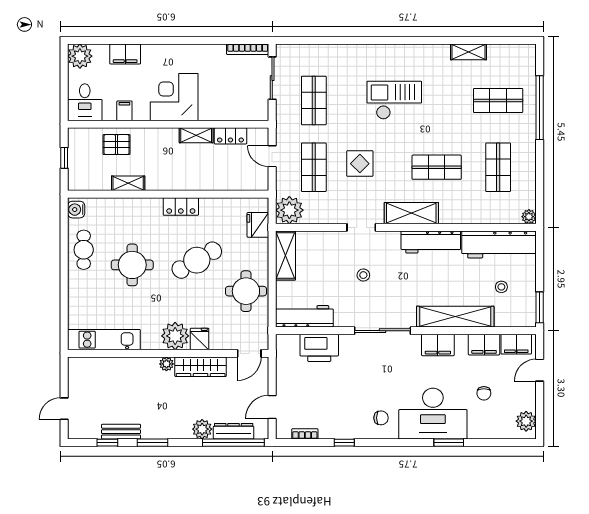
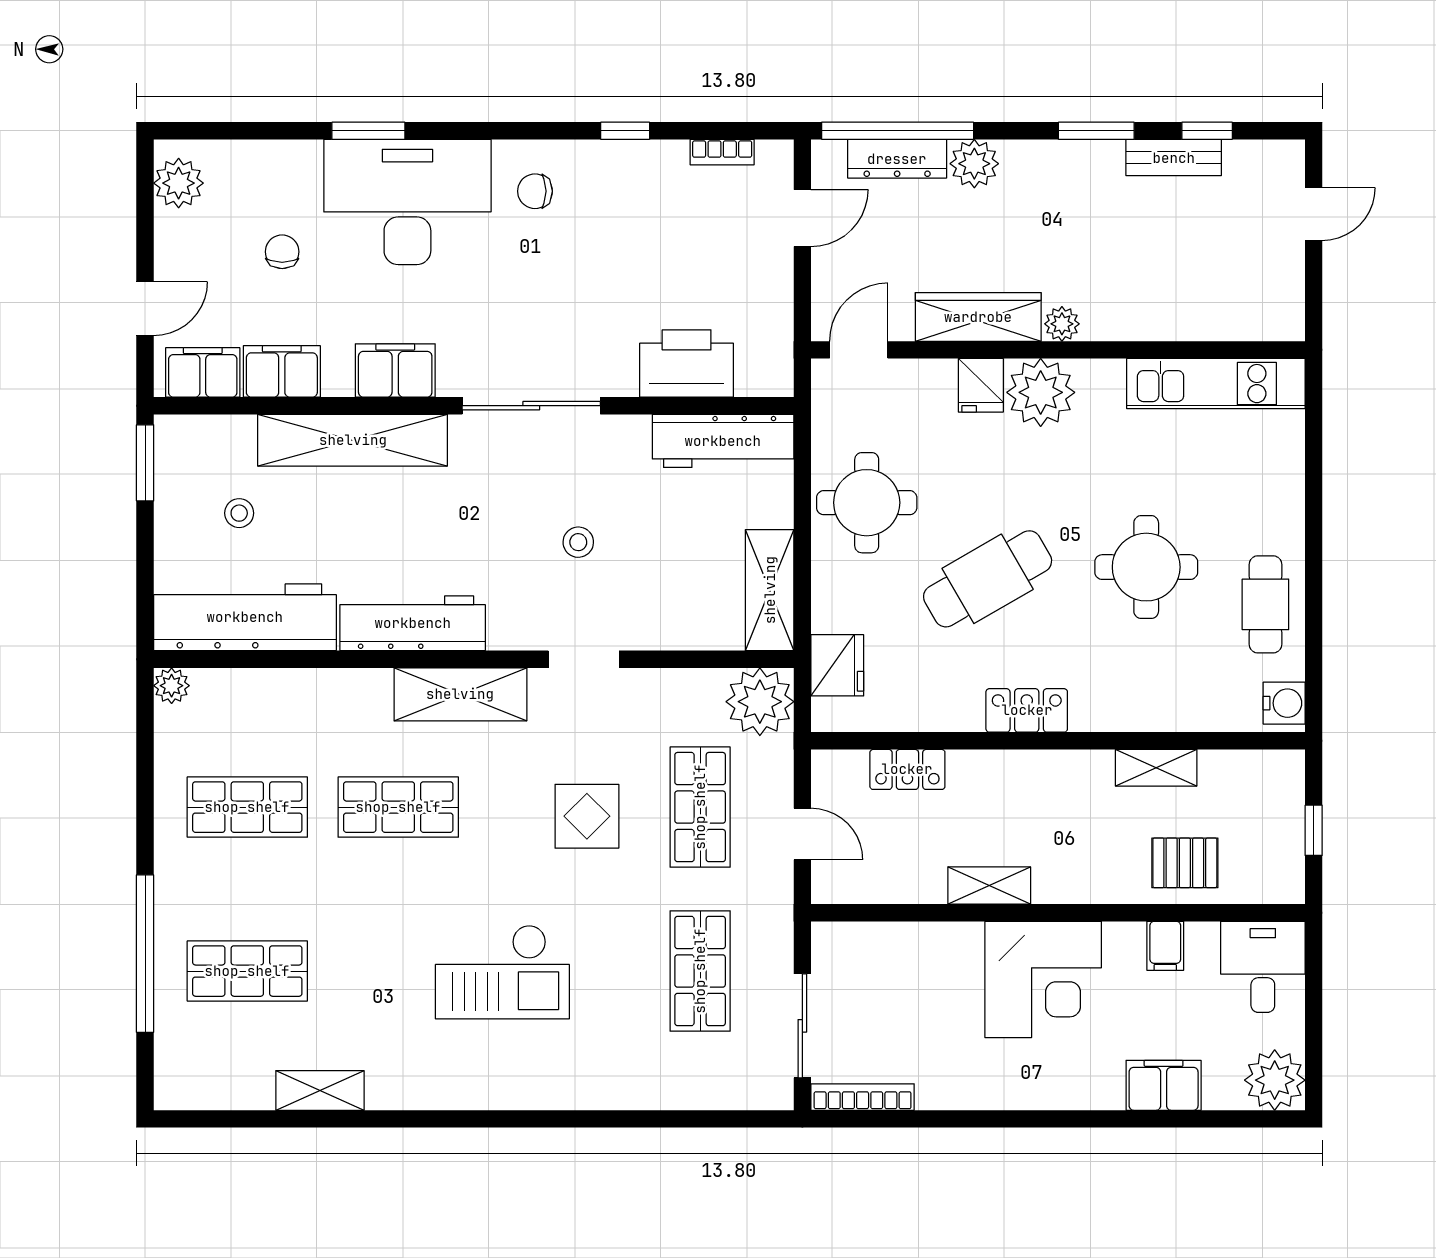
locker: (230, 136) -> (907, 769), moved, turned 180
shop shelf: (498, 167) -> (247, 807), turned 90

